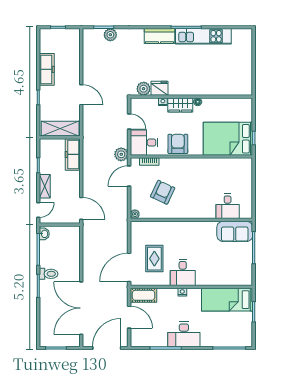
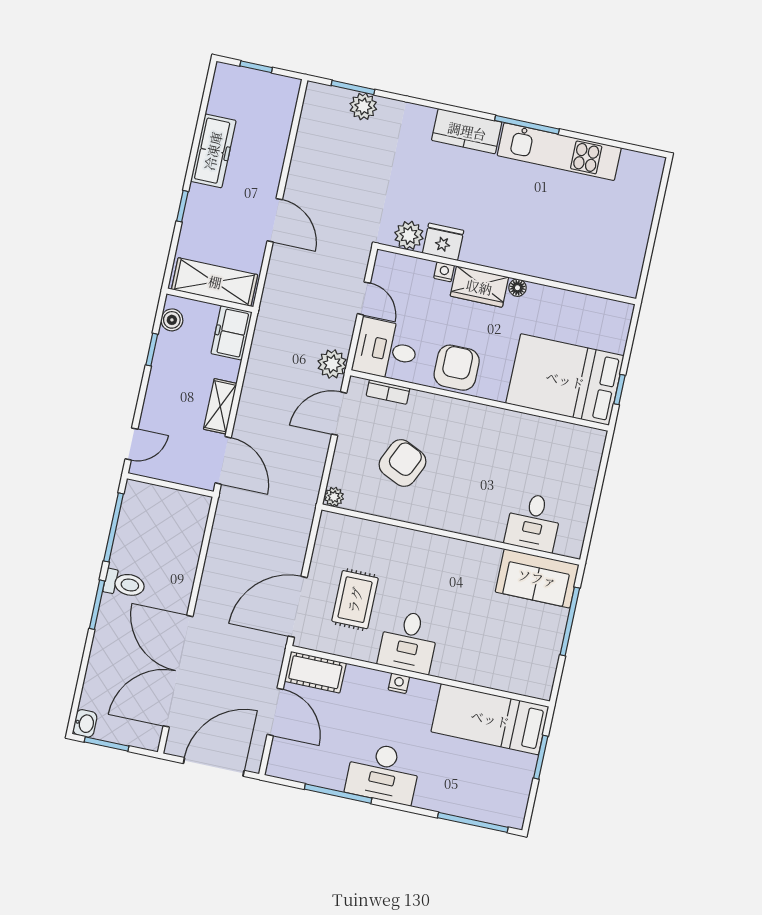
boiler: (44, 150) -> (172, 320), added
freezer: (73, 154) -> (232, 333), width x0.71
shelving: (45, 186) -> (220, 406), moved
washbasin: (44, 234) -> (85, 723), moved

